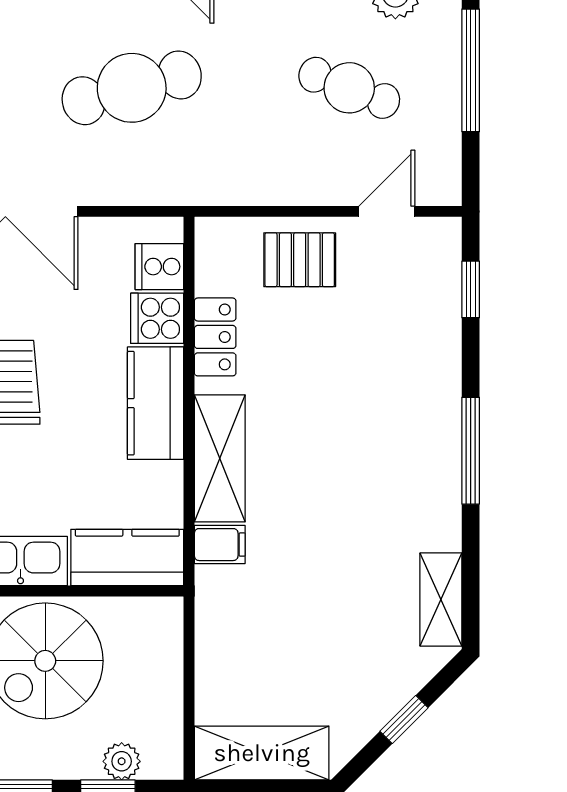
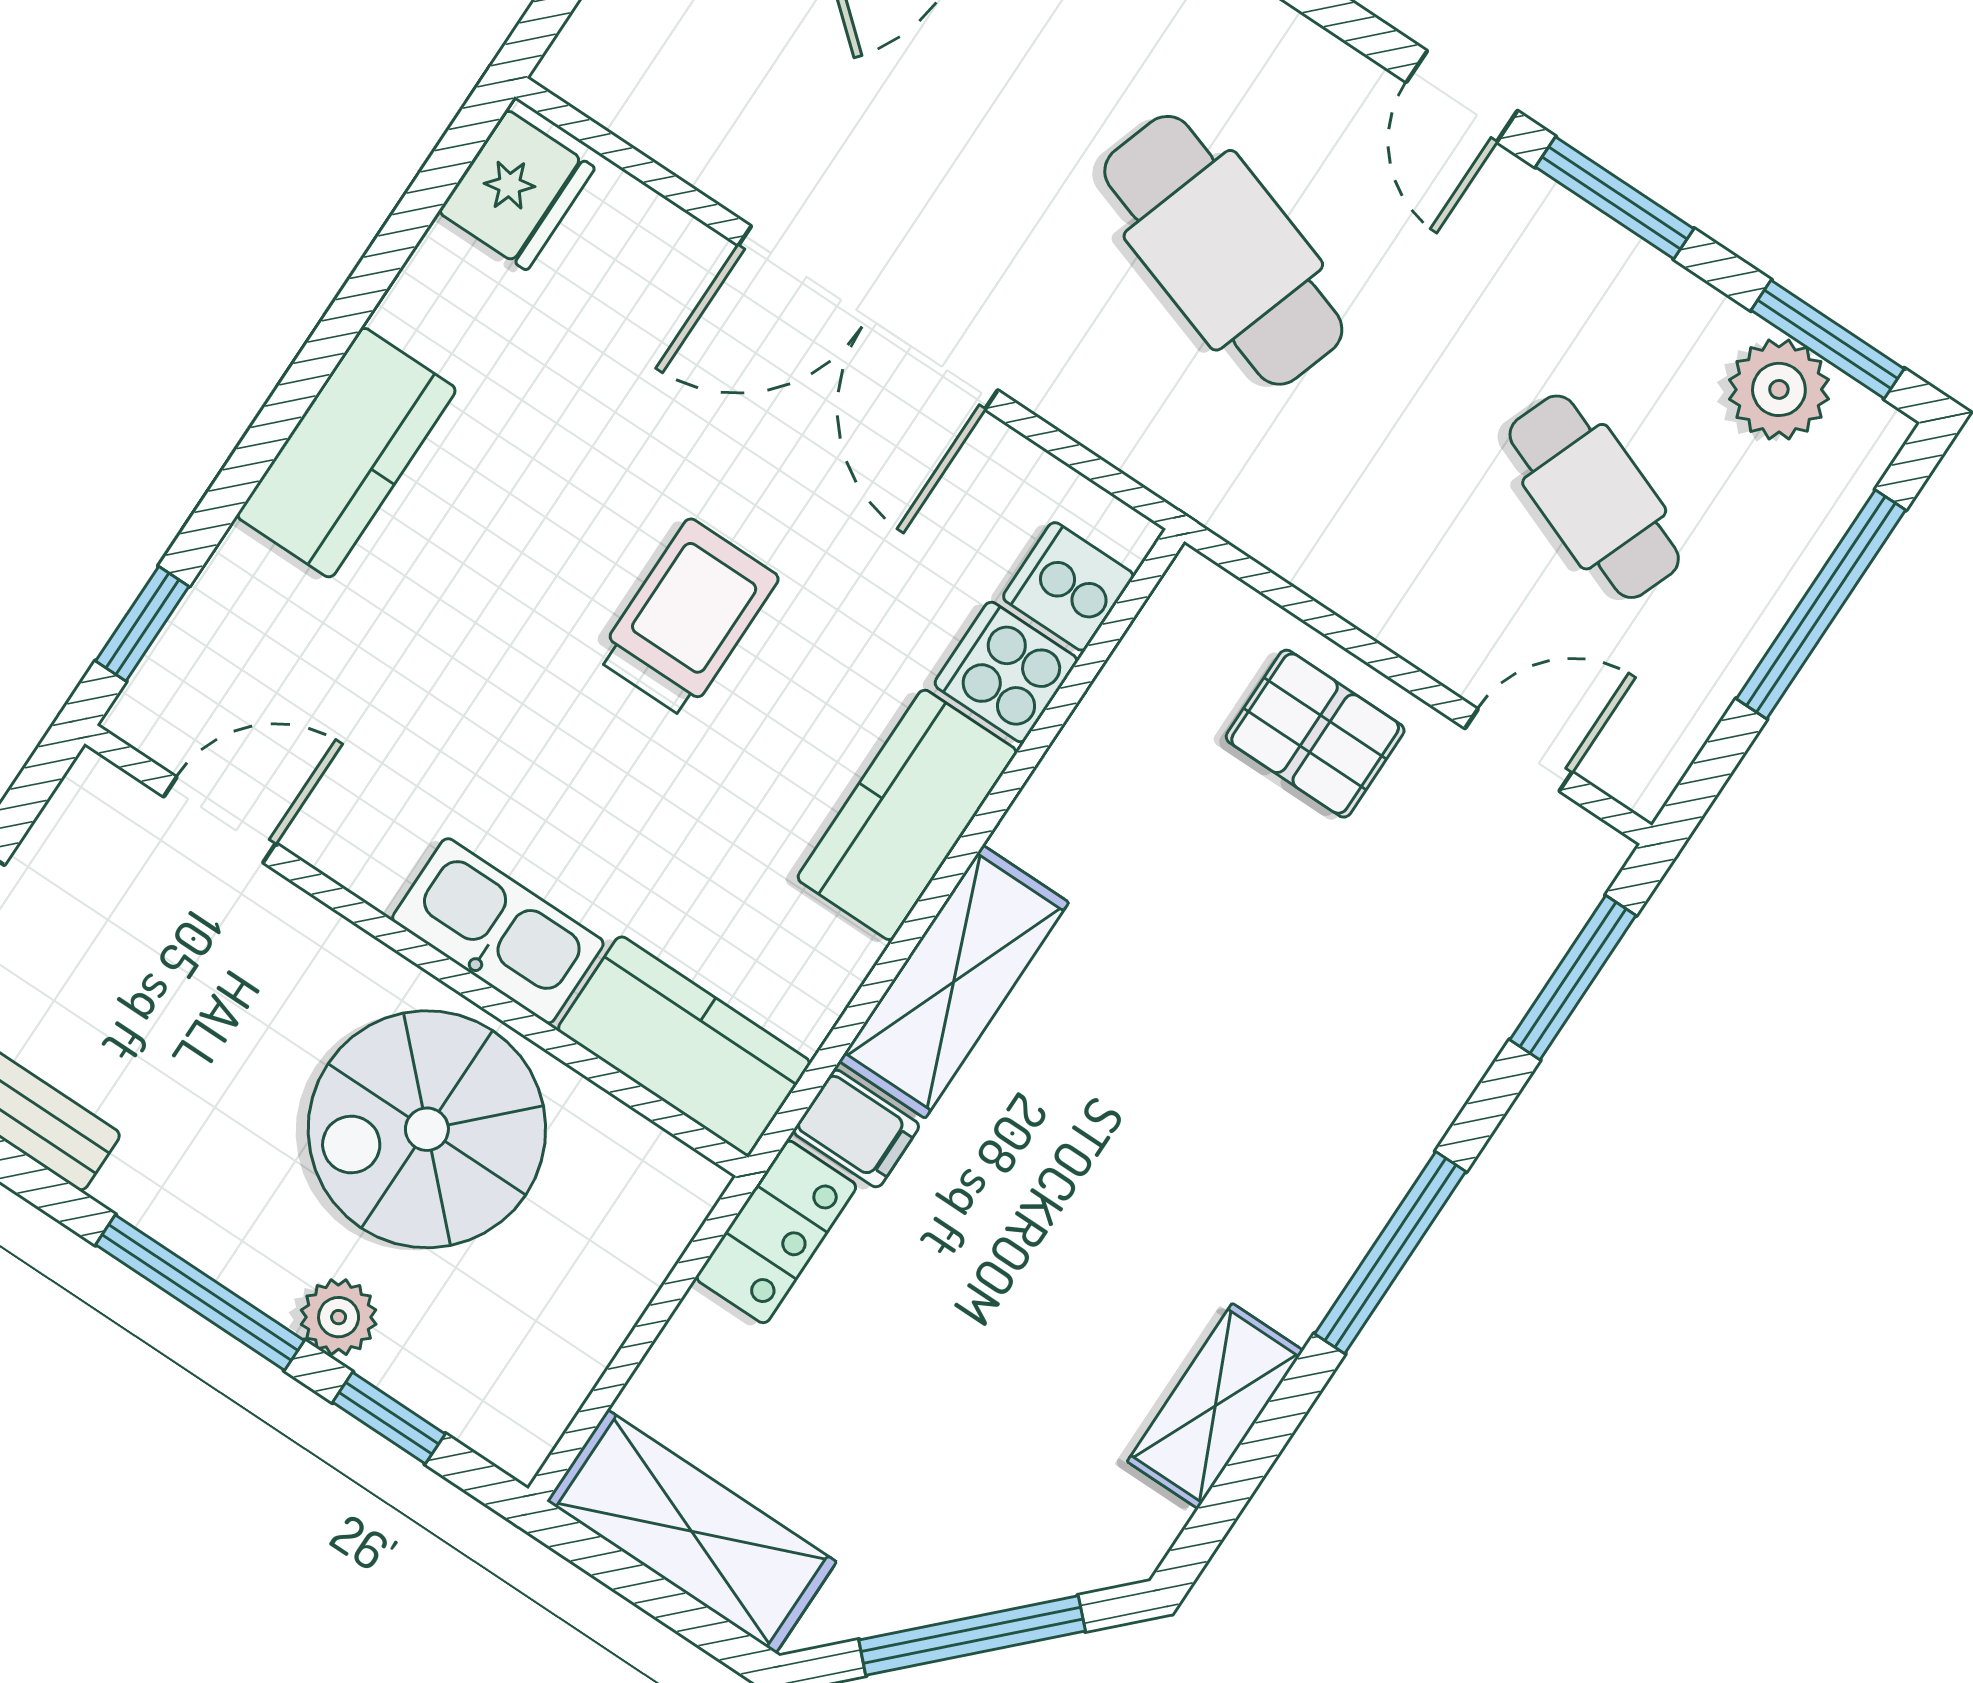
cafe table: (132, 88) -> (1223, 250), turned 33
window: (471, 289) -> (1573, 978), width x1.50
locker: (215, 337) -> (776, 1232), moved
shelving: (441, 600) -> (1215, 1406), moved
window: (404, 720) -> (972, 1635), width x2.17
plant: (122, 761) -> (339, 1317), moved

